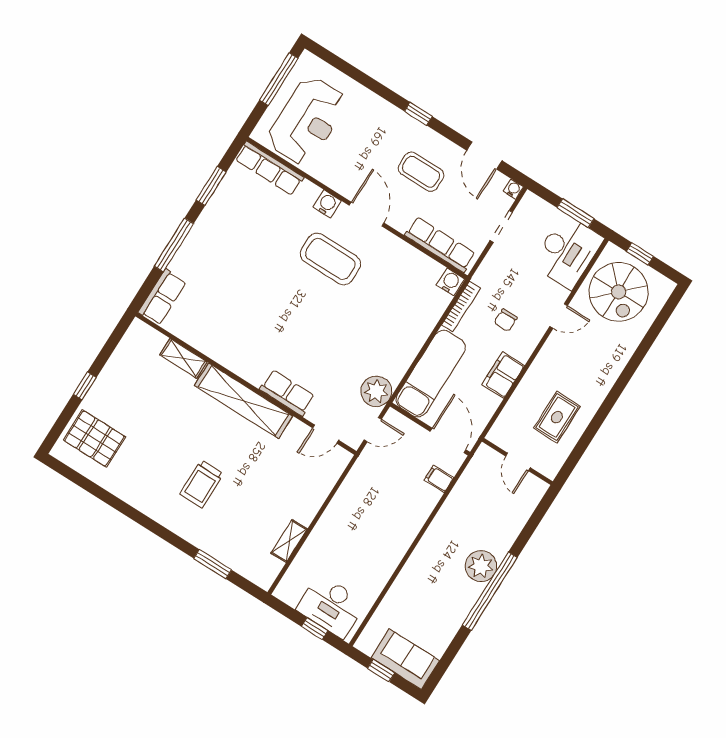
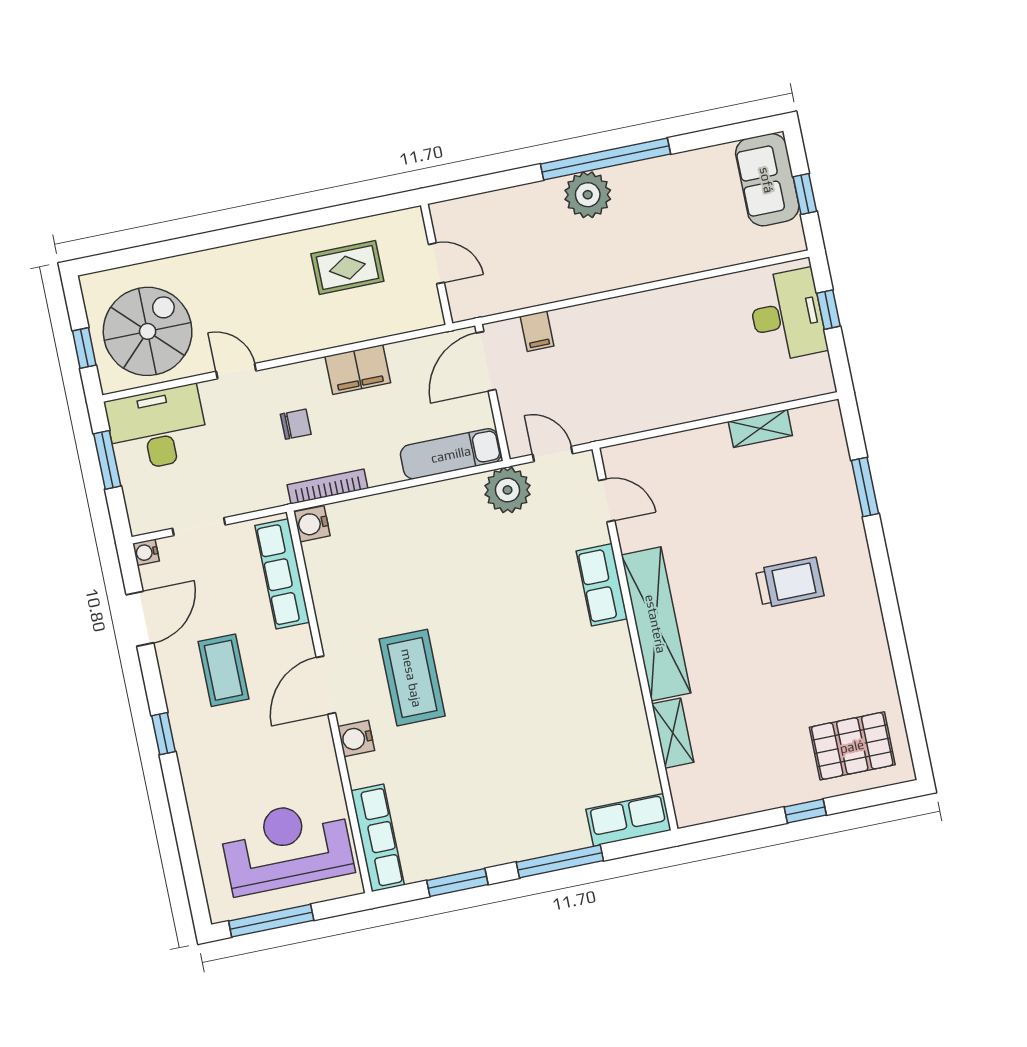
exam couch: (431, 374) -> (451, 454), width x0.73, depth x0.69
pallet: (94, 439) -> (852, 746), turned 90
door: (518, 462) -> (436, 263), hinge flipped

